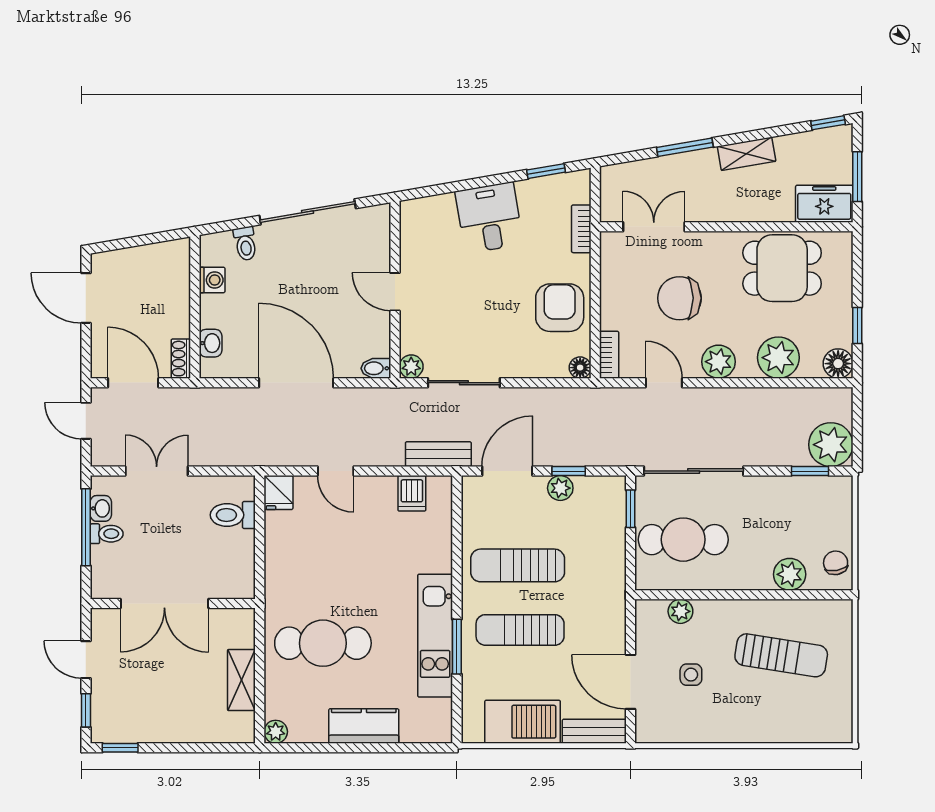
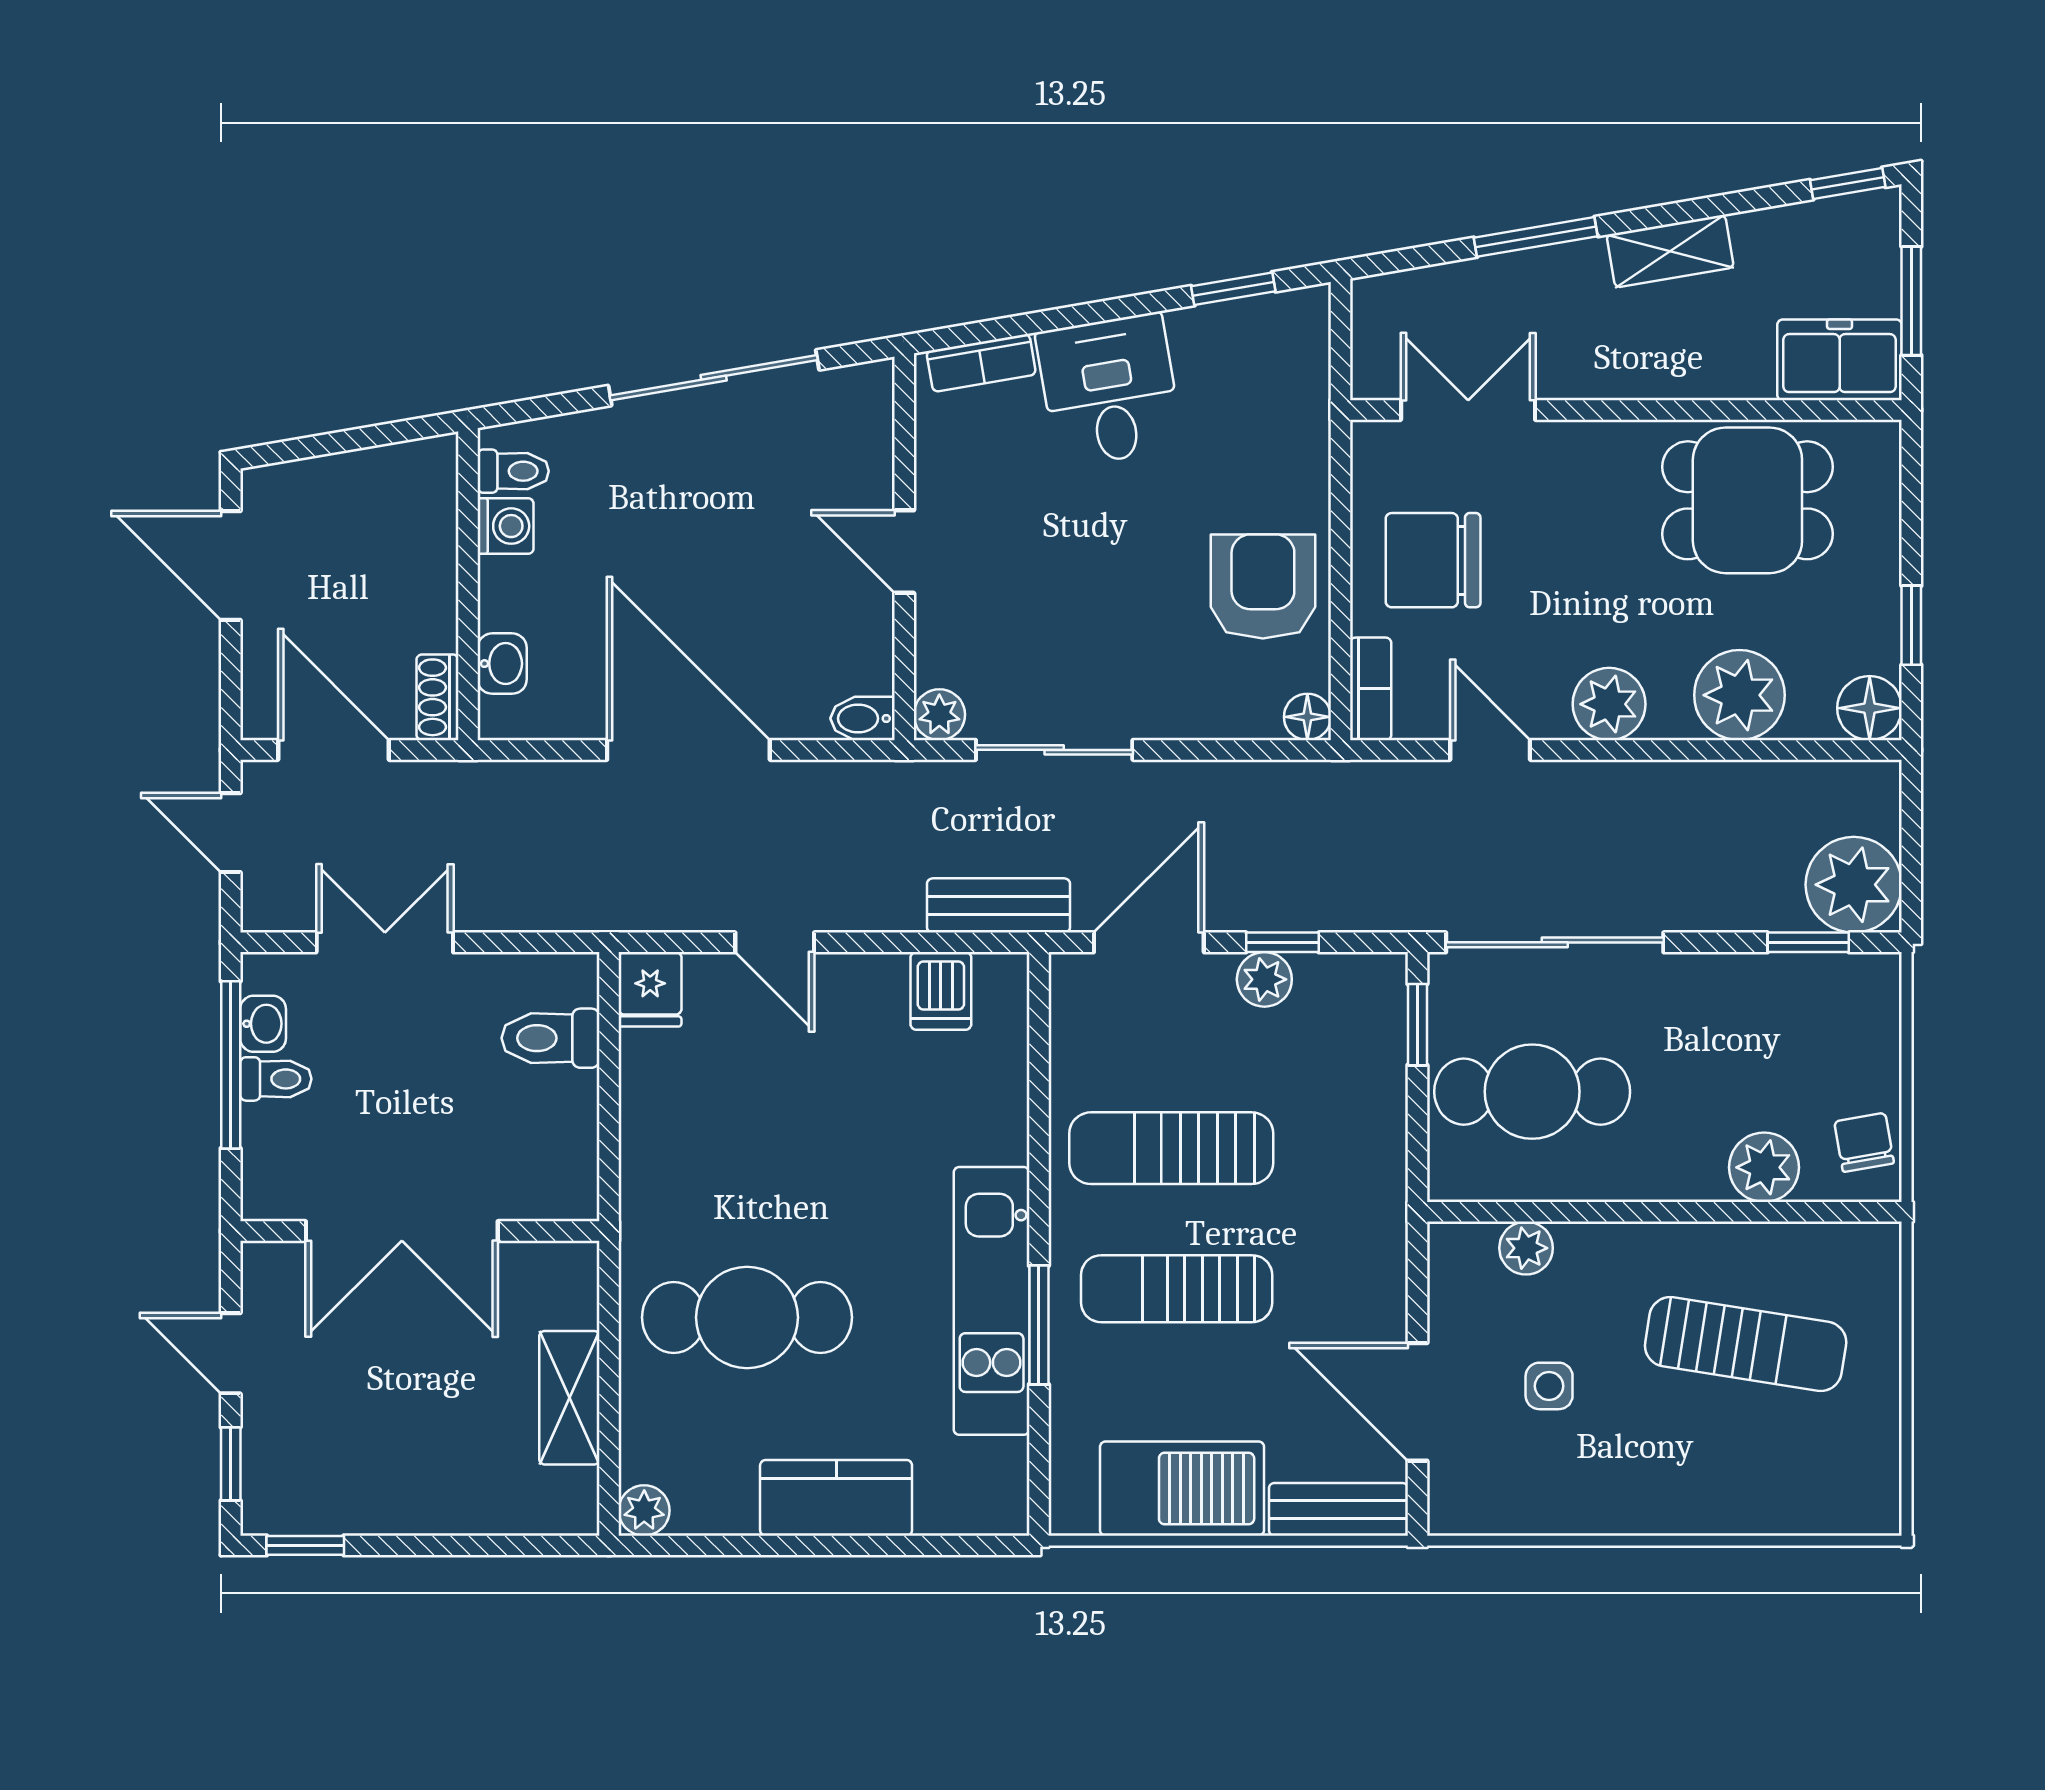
bookcase: (581, 229) -> (981, 363), moved, turned -100
toilet: (245, 244) -> (513, 471), moved, turned -80
chair: (679, 298) -> (1433, 560), moved

